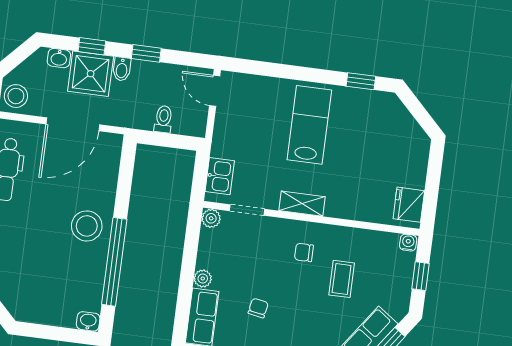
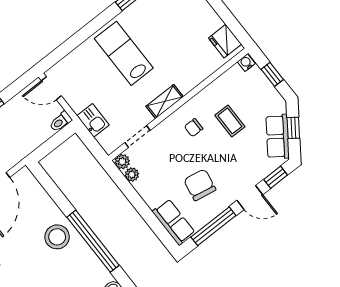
toilet: (163, 119) -> (61, 122), moved, turned -90
kitchen sink: (220, 176) -> (93, 120), moved
plant: (203, 279) -> (132, 175), moved
chair: (258, 308) -> (200, 185), width x1.87, depth x1.87

